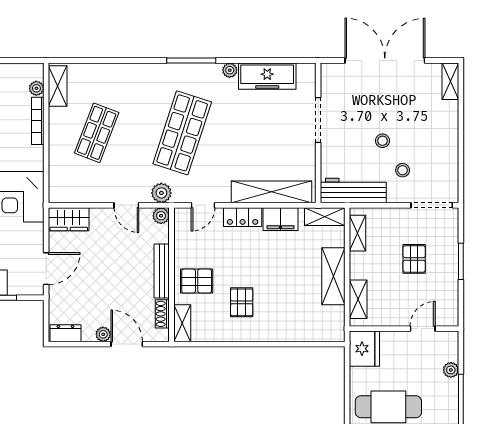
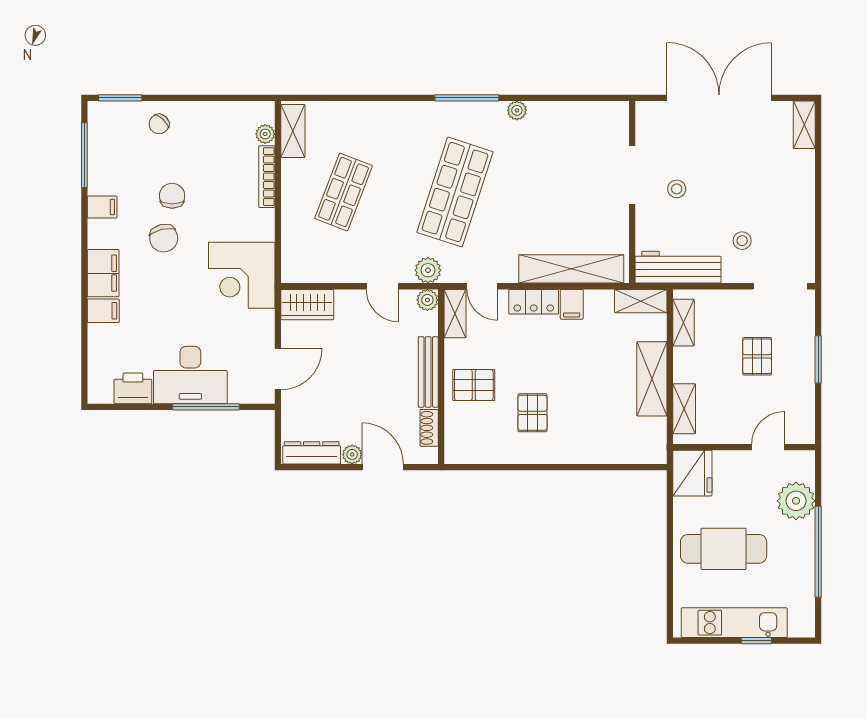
freezer: (267, 76) -> (566, 118), removed
stool: (383, 141) -> (677, 189), moved
door: (203, 205) -> (482, 286), hinge flipped
filing cabinet: (280, 219) -> (572, 304), width x0.50
shelving: (182, 323) -> (455, 314), moved
dresser: (65, 333) -> (312, 453), width x1.44
plant: (451, 370) -> (796, 501), width x1.87, depth x1.87

